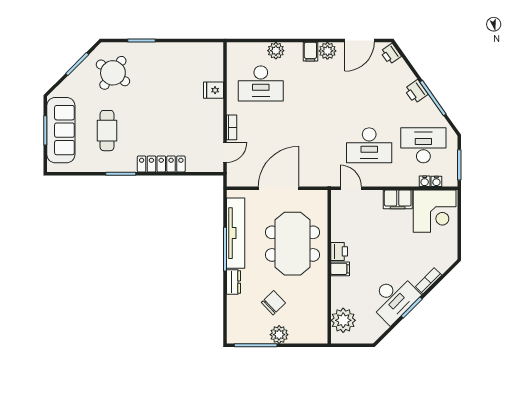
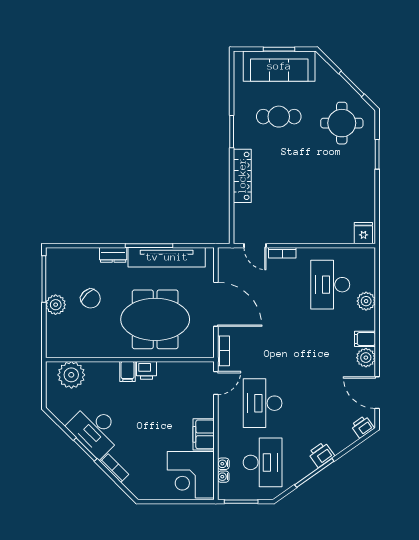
round table: (113, 73) -> (342, 123), turned -35
fridge: (214, 90) -> (363, 233), moved
bookcase: (321, 181) -> (223, 351), added

